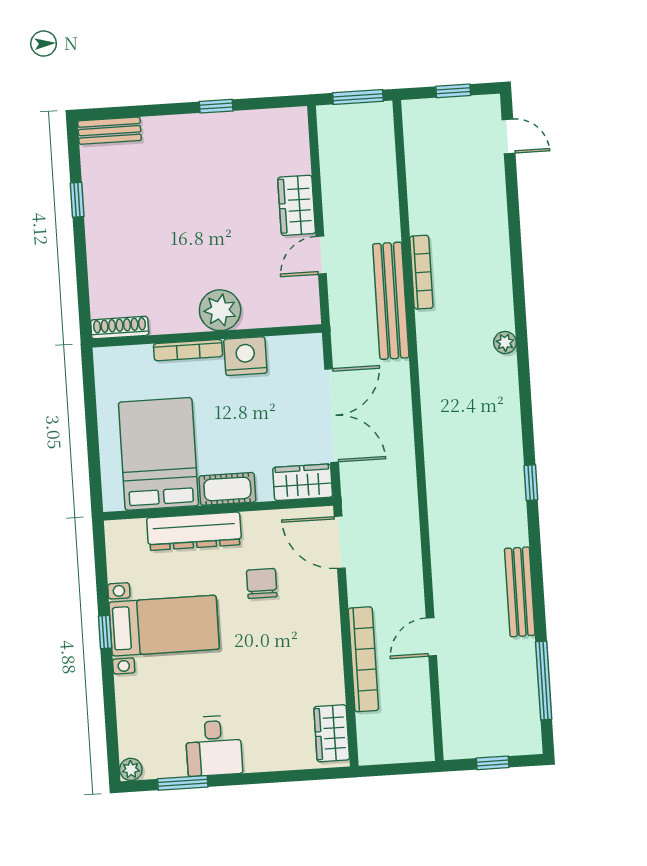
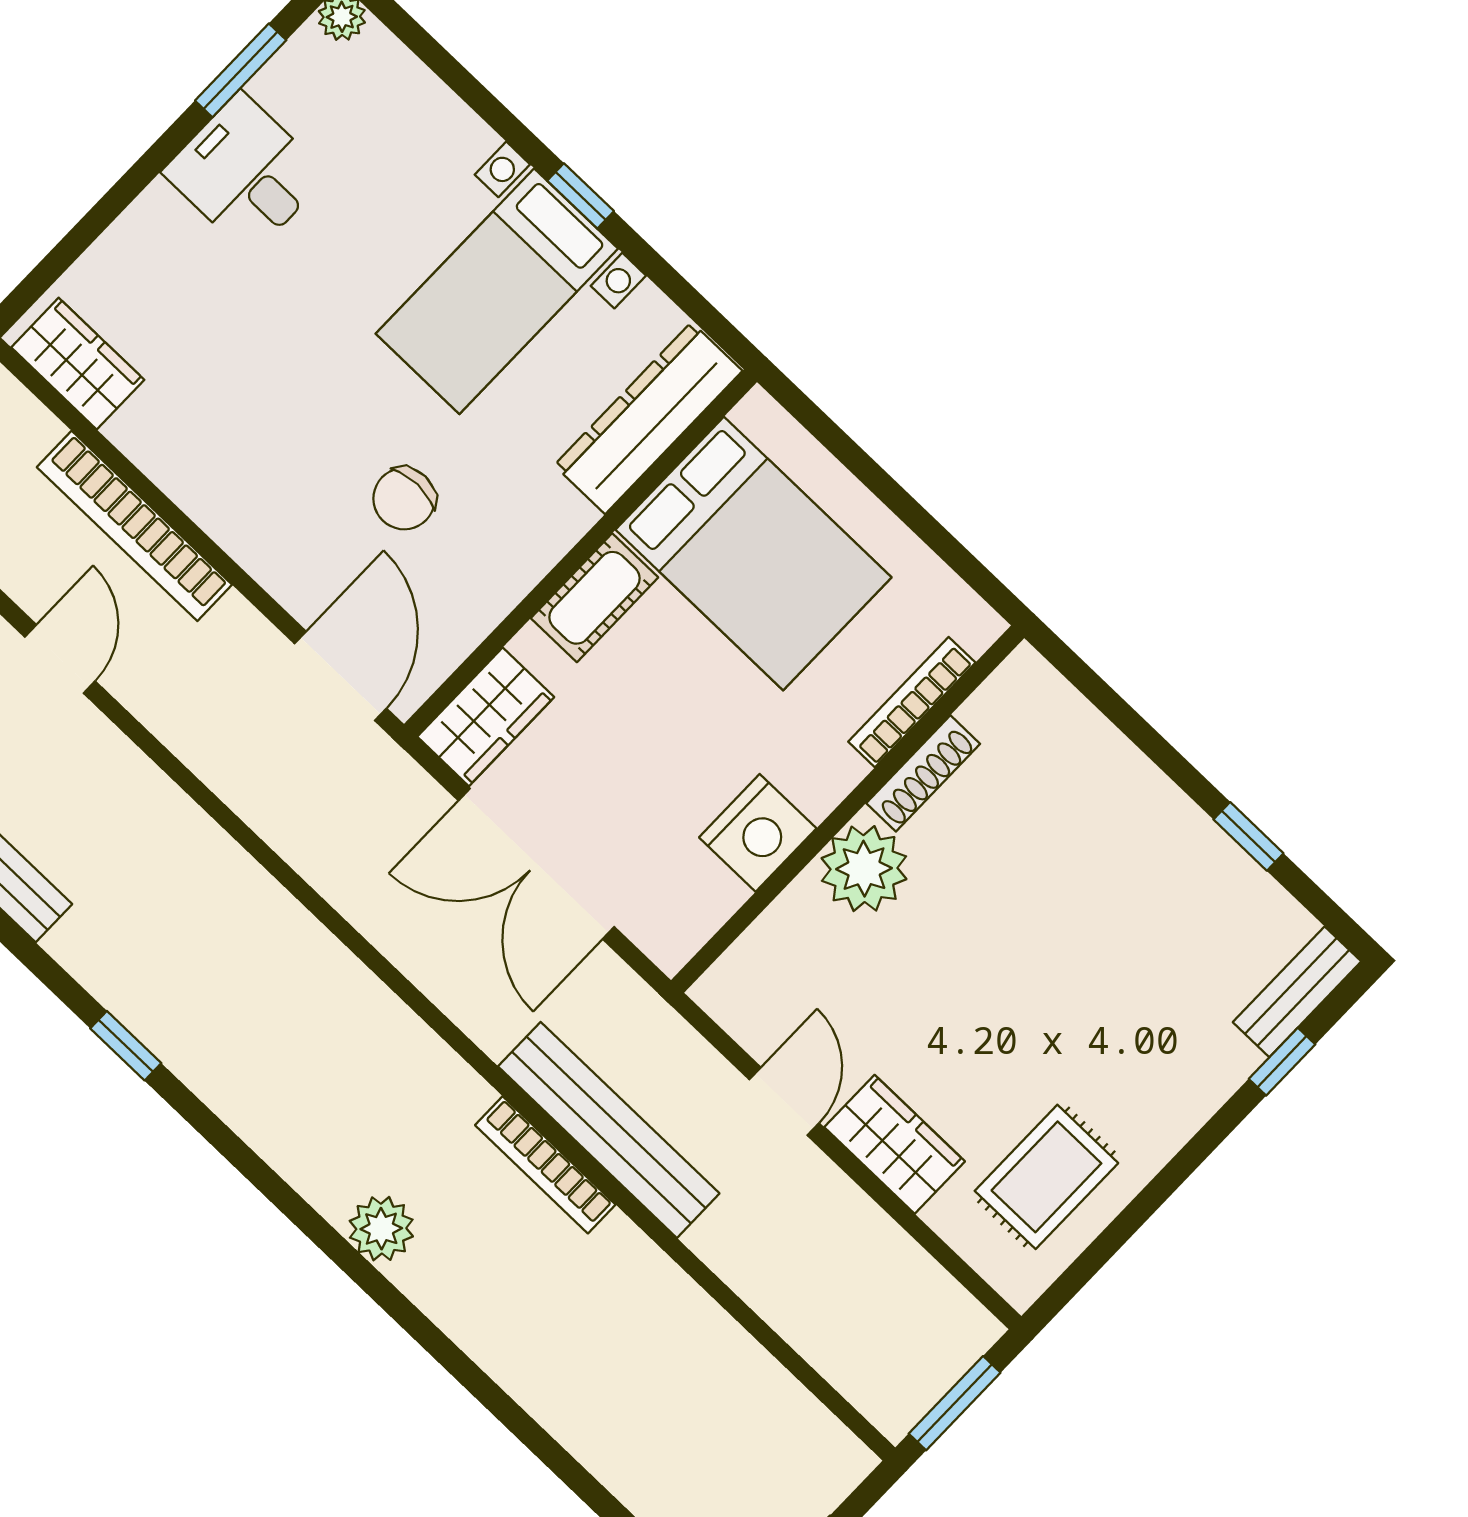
window: (216, 106) -> (1282, 1062), moved
rug: (255, 146) -> (1046, 1177), added
bookcase: (421, 272) -> (545, 1165), moved
shoe rack: (120, 328) -> (923, 773), moved
plant: (505, 343) -> (381, 1229), width x1.38, depth x1.38
bookcase: (188, 350) -> (912, 702), moved
dresser: (194, 531) -> (648, 418), moved
door: (340, 542) -> (341, 676), hinge flipped
chair: (262, 583) -> (404, 499), turned 90

